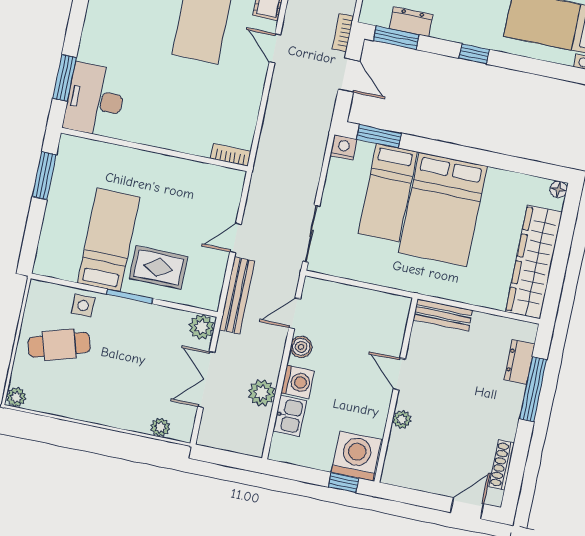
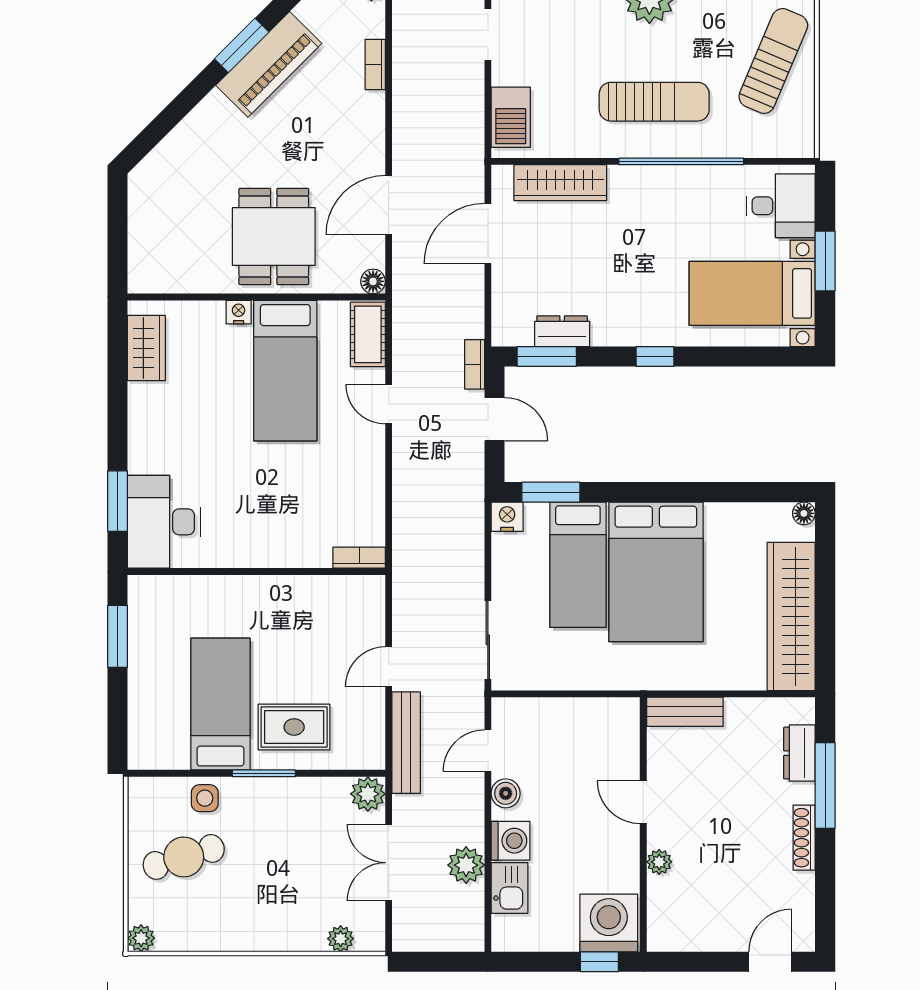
shoe rack: (502, 465) -> (804, 838), moved

